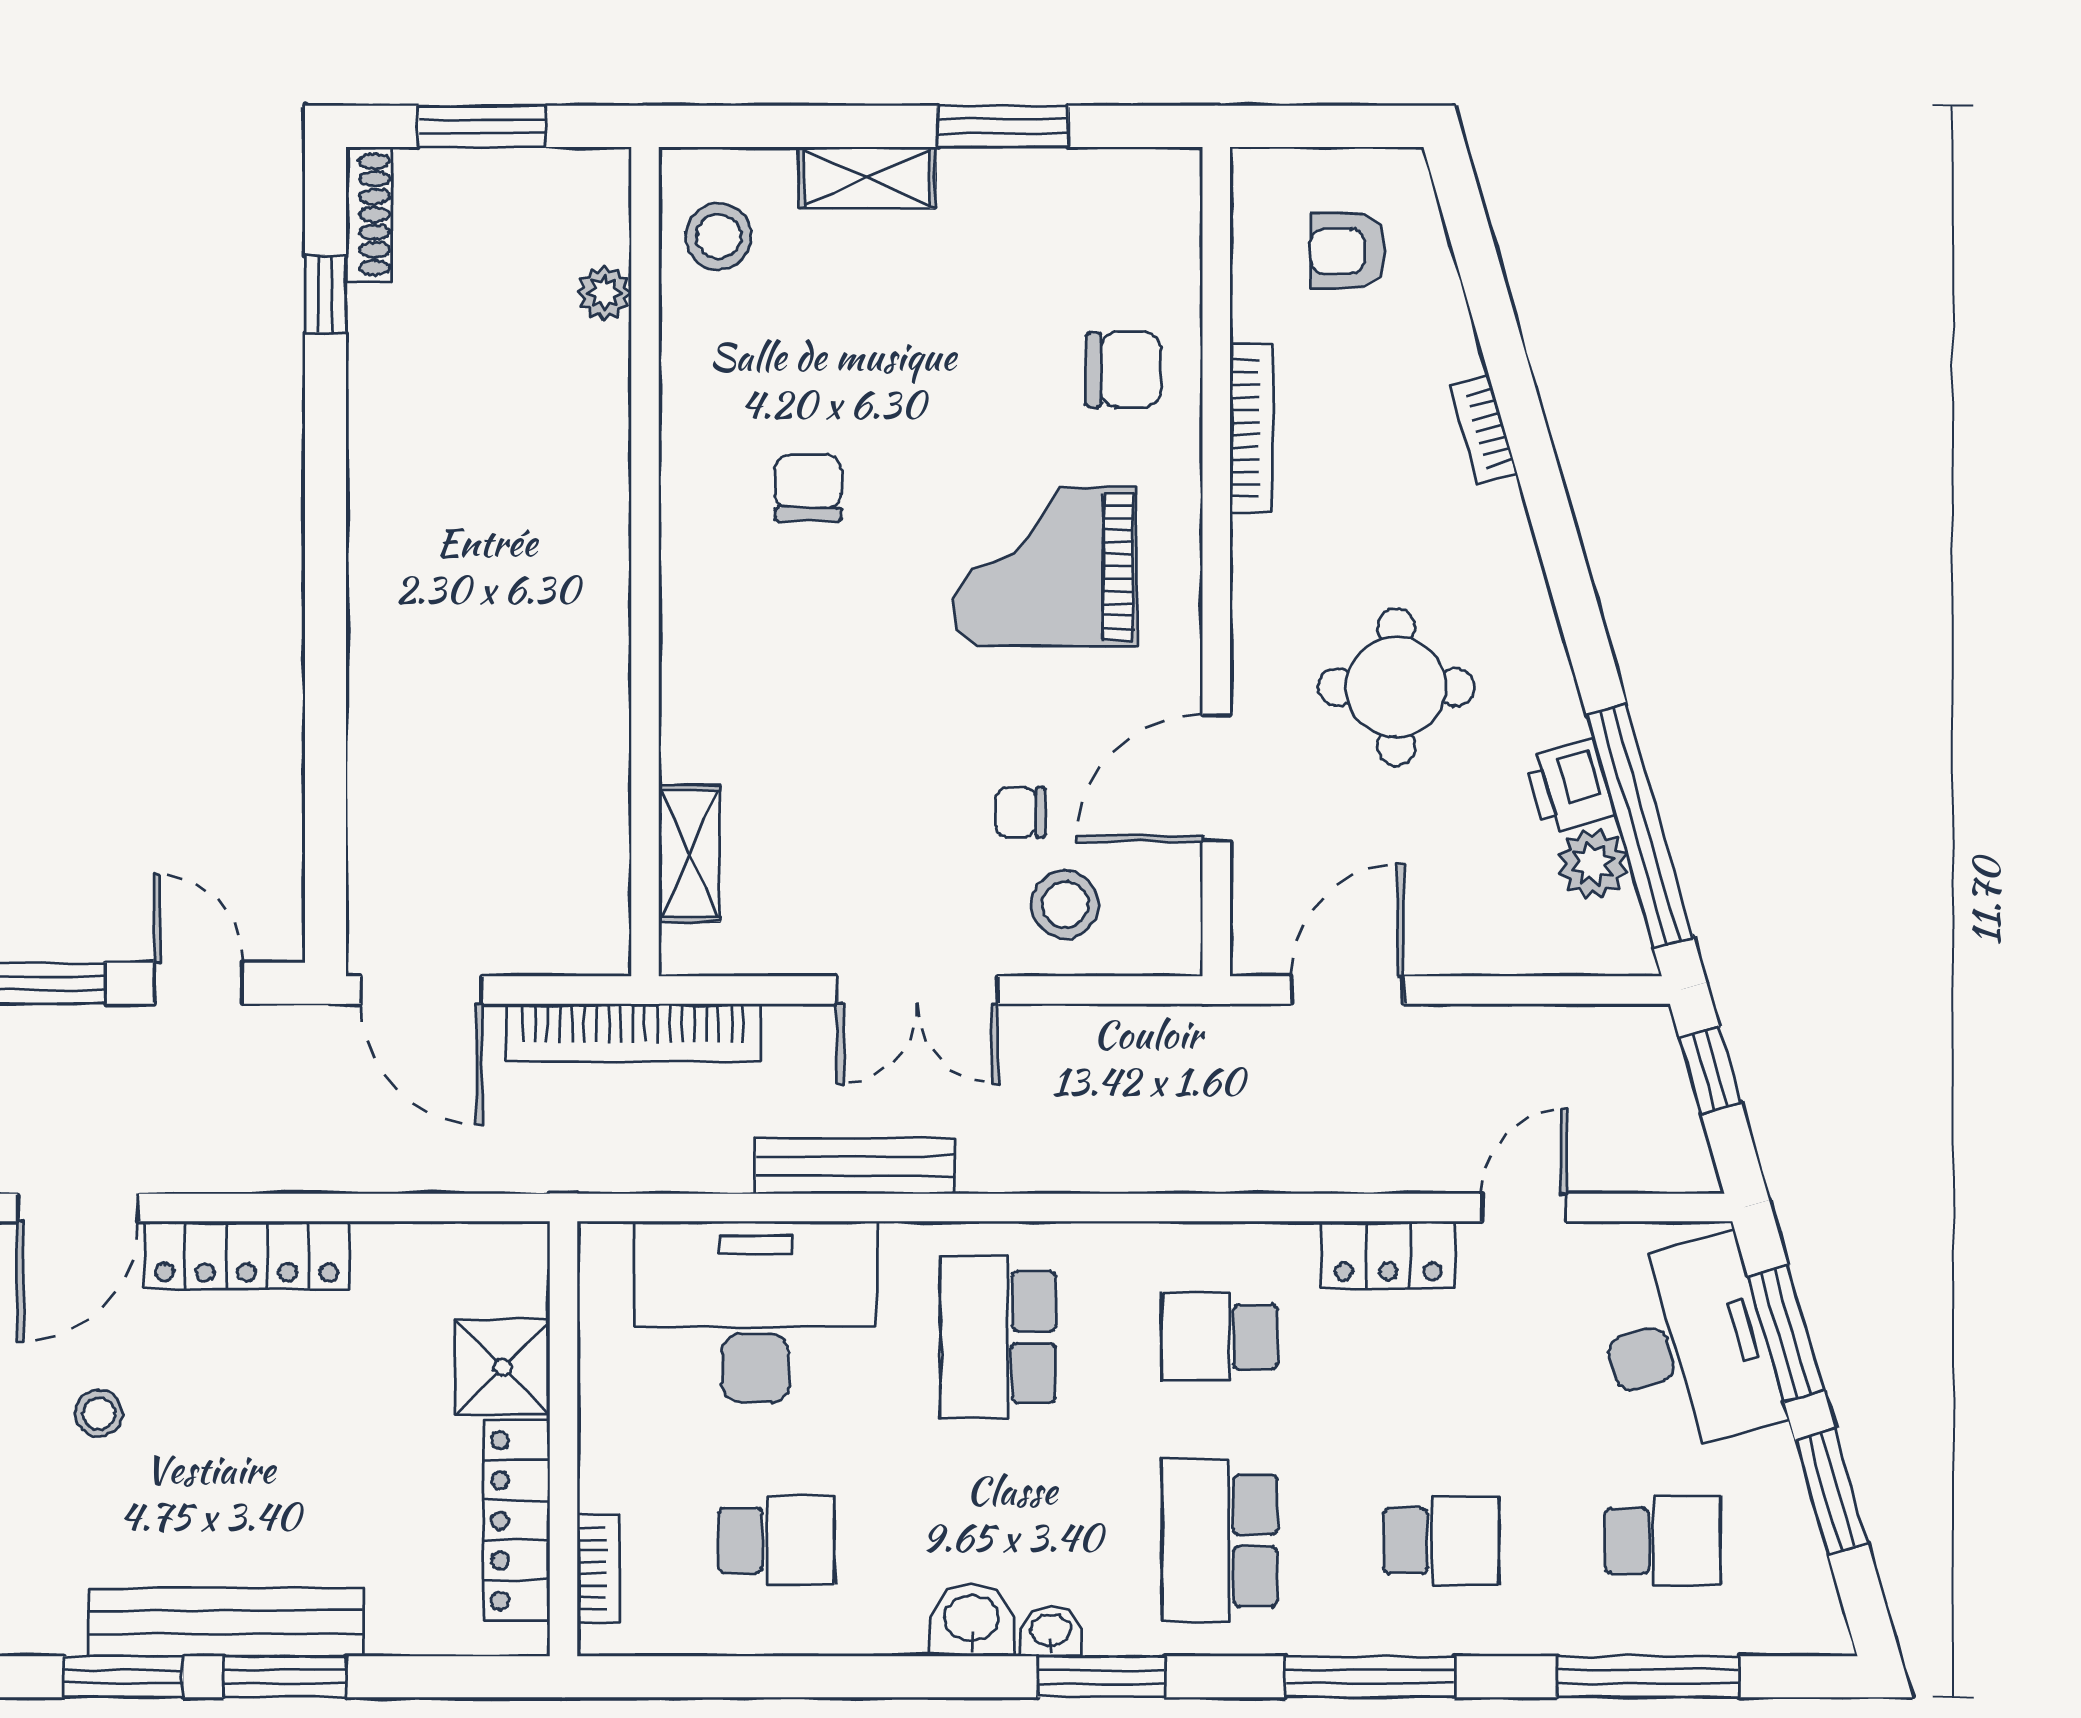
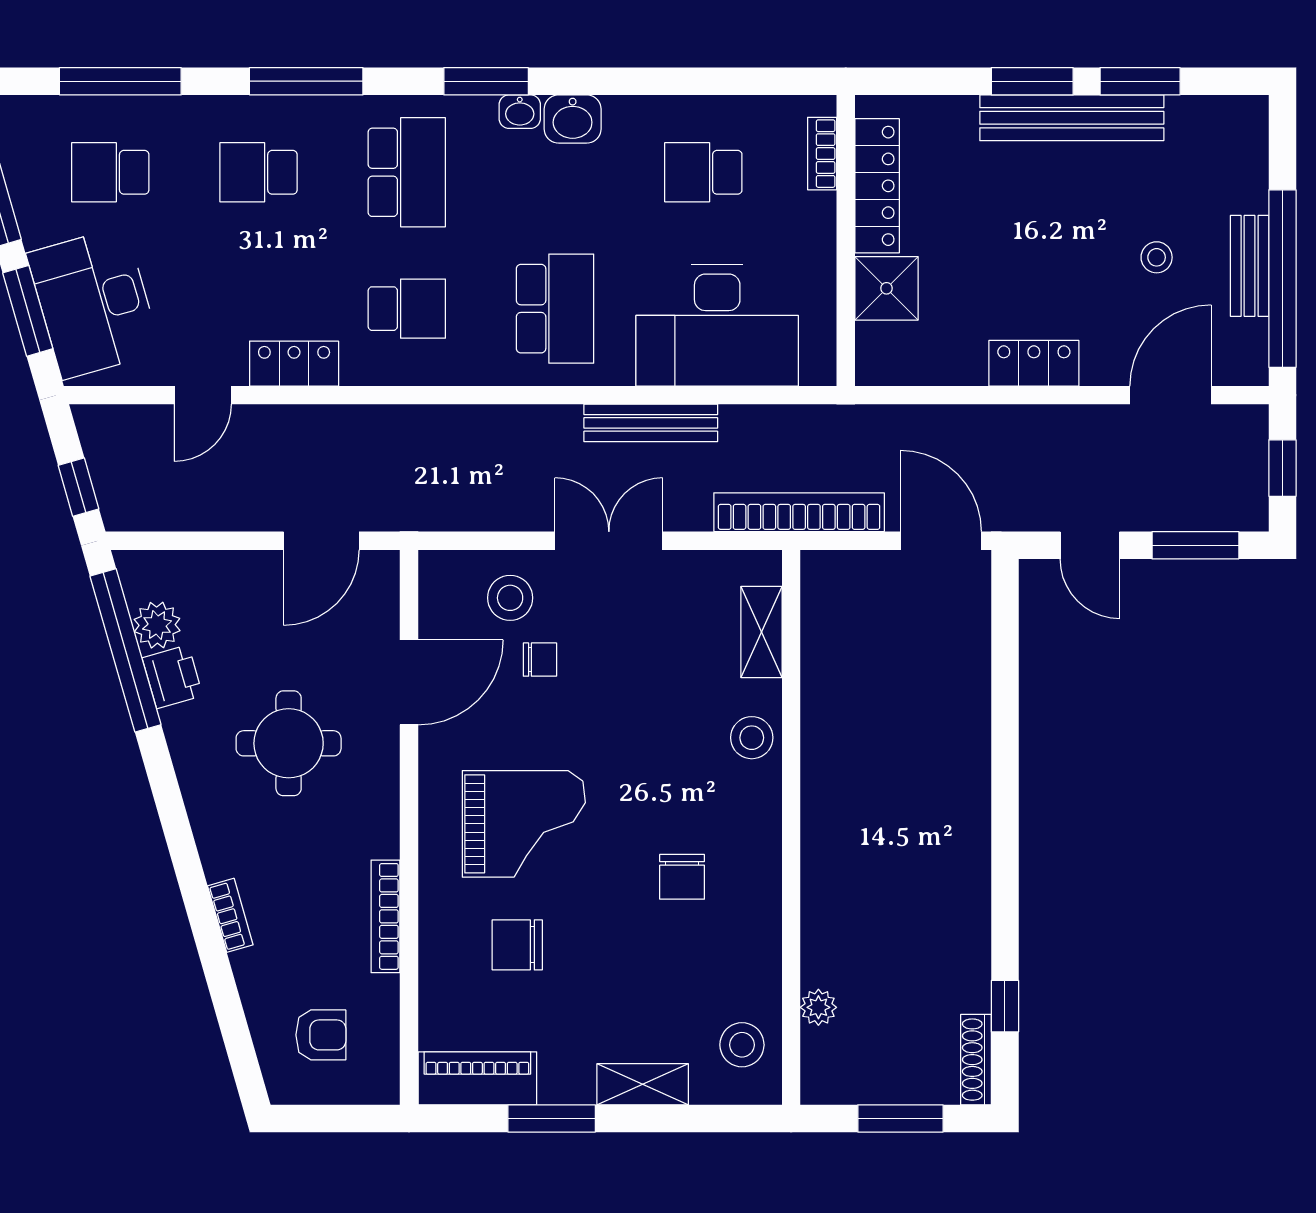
piano: (1114, 186) -> (477, 1078), added
chair: (1124, 370) -> (517, 945), moved
stool: (704, 696) -> (752, 738), added
locker: (247, 1255) -> (1034, 363), width x0.66

